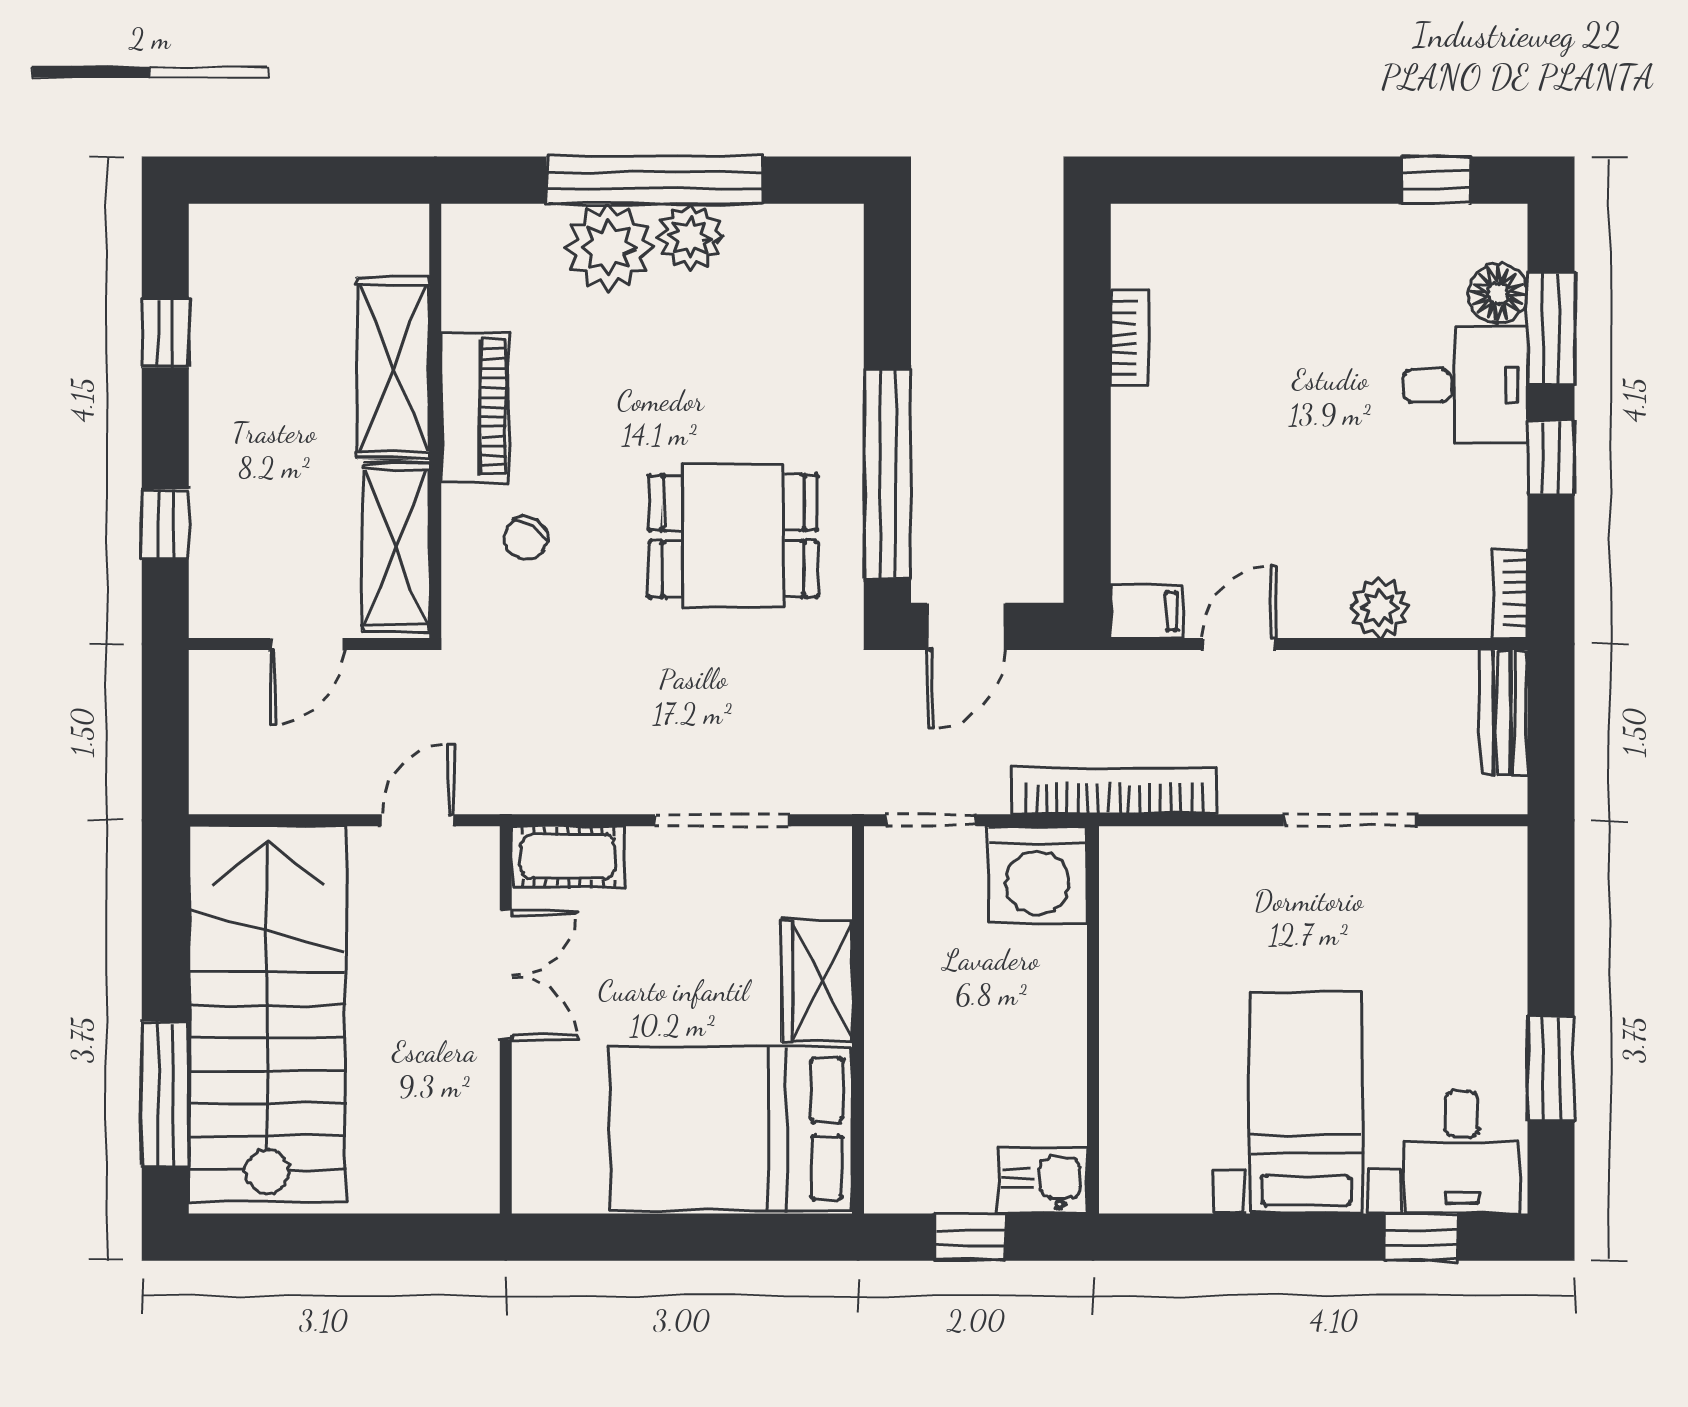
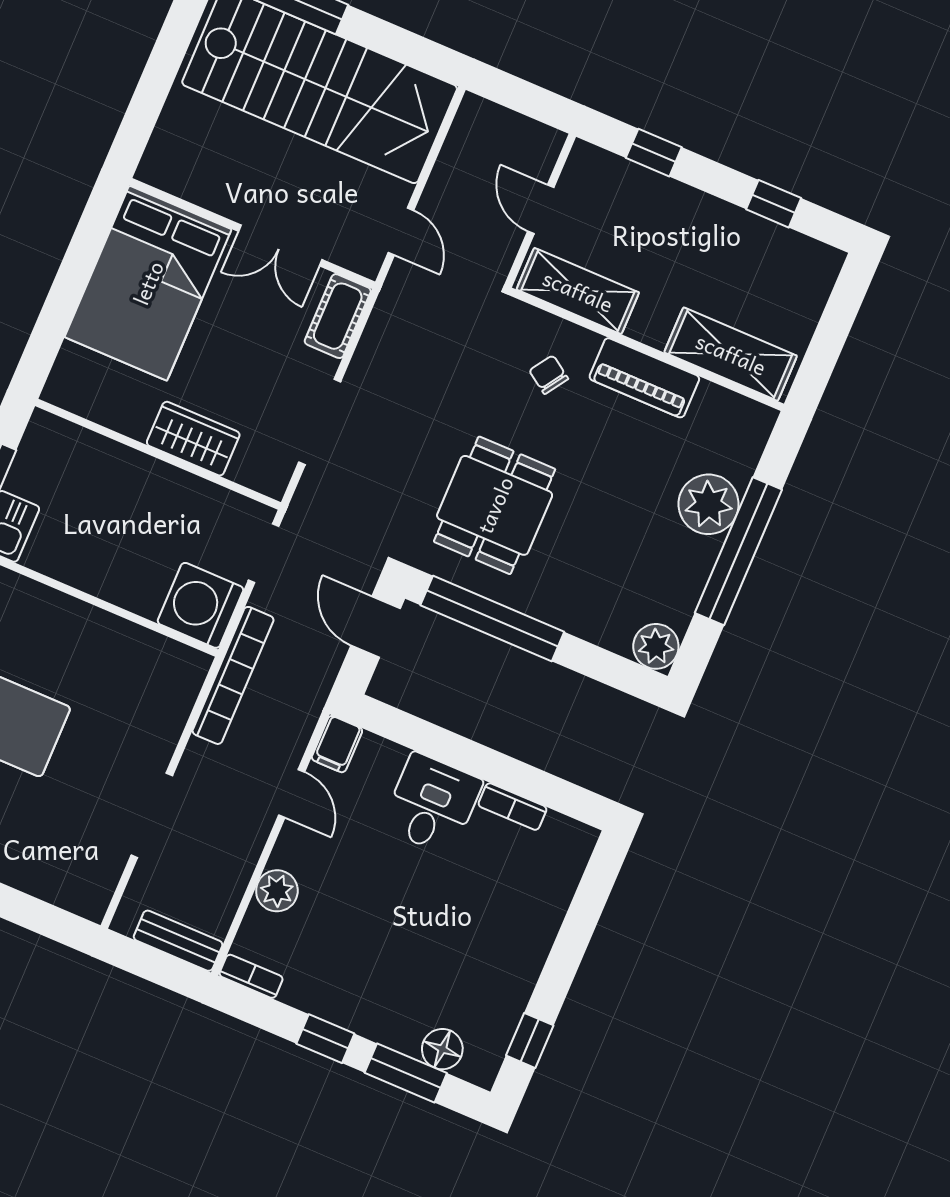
plant: (690, 237) -> (656, 646), moved
shelving: (393, 368) -> (731, 354), moved
desk: (1465, 385) -> (432, 804), moved, turned 180
bed: (731, 1129) -> (148, 283), moved, turned 180

